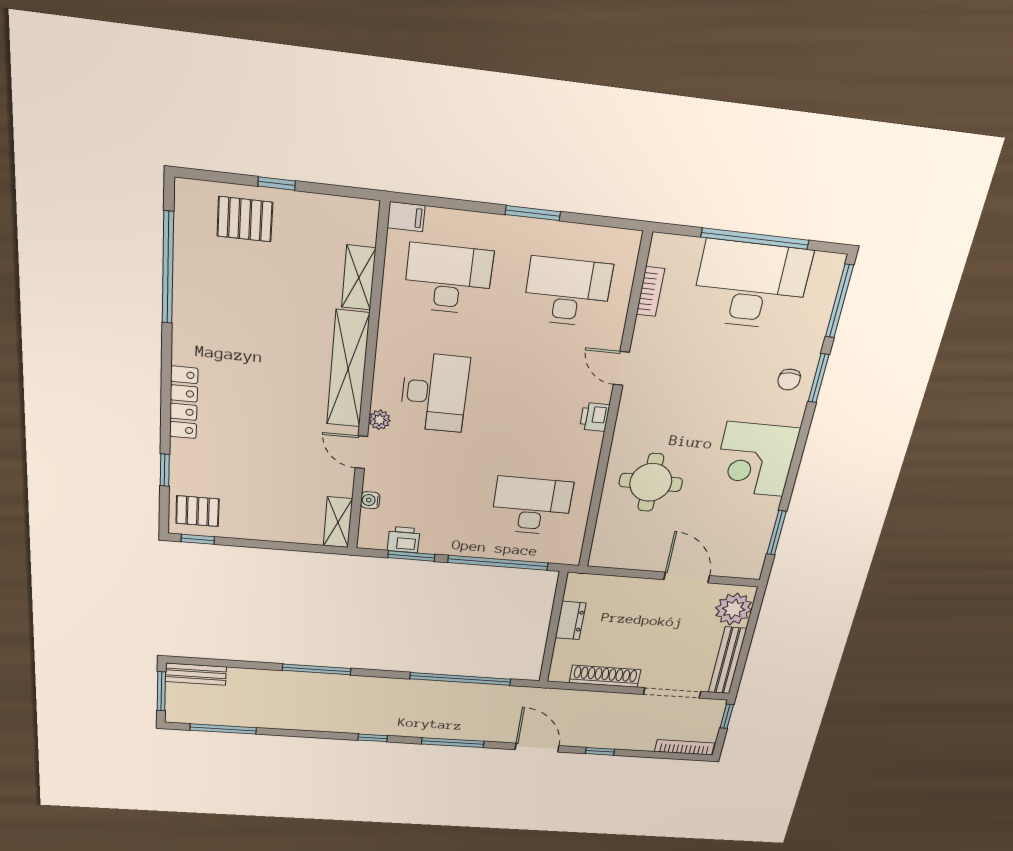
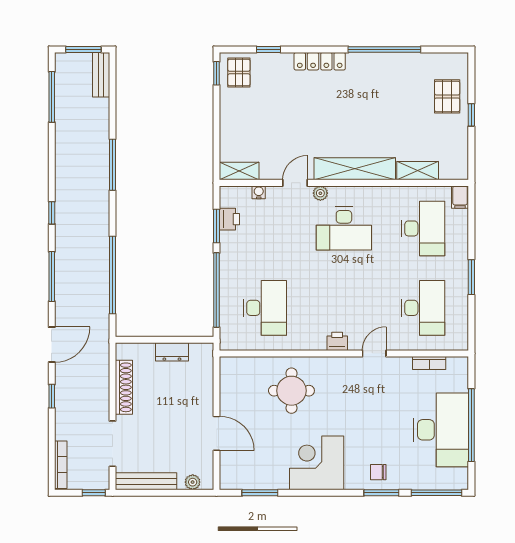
window: (168, 268) -> (384, 50), moved
door: (687, 578) -> (216, 433), hinge flipped
plant: (734, 609) -> (193, 482), width x0.53, depth x0.53

